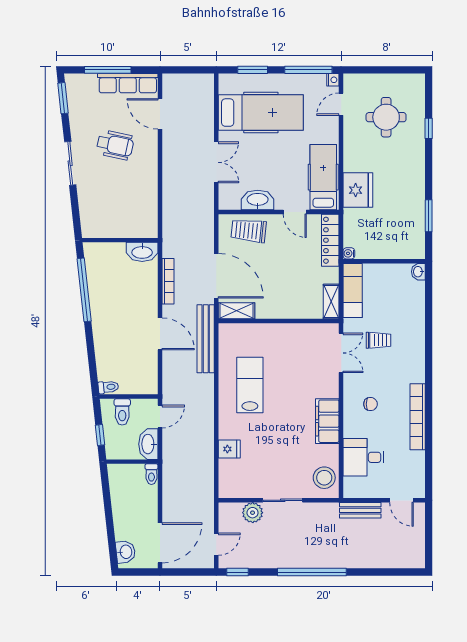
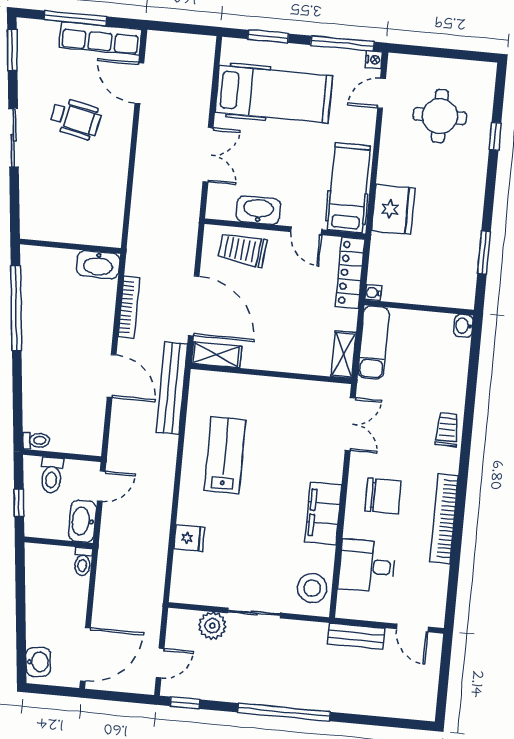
trolley: (379, 340) -> (447, 429), moved, turned -90
chair: (370, 404) -> (383, 496), width x1.87, depth x1.87

